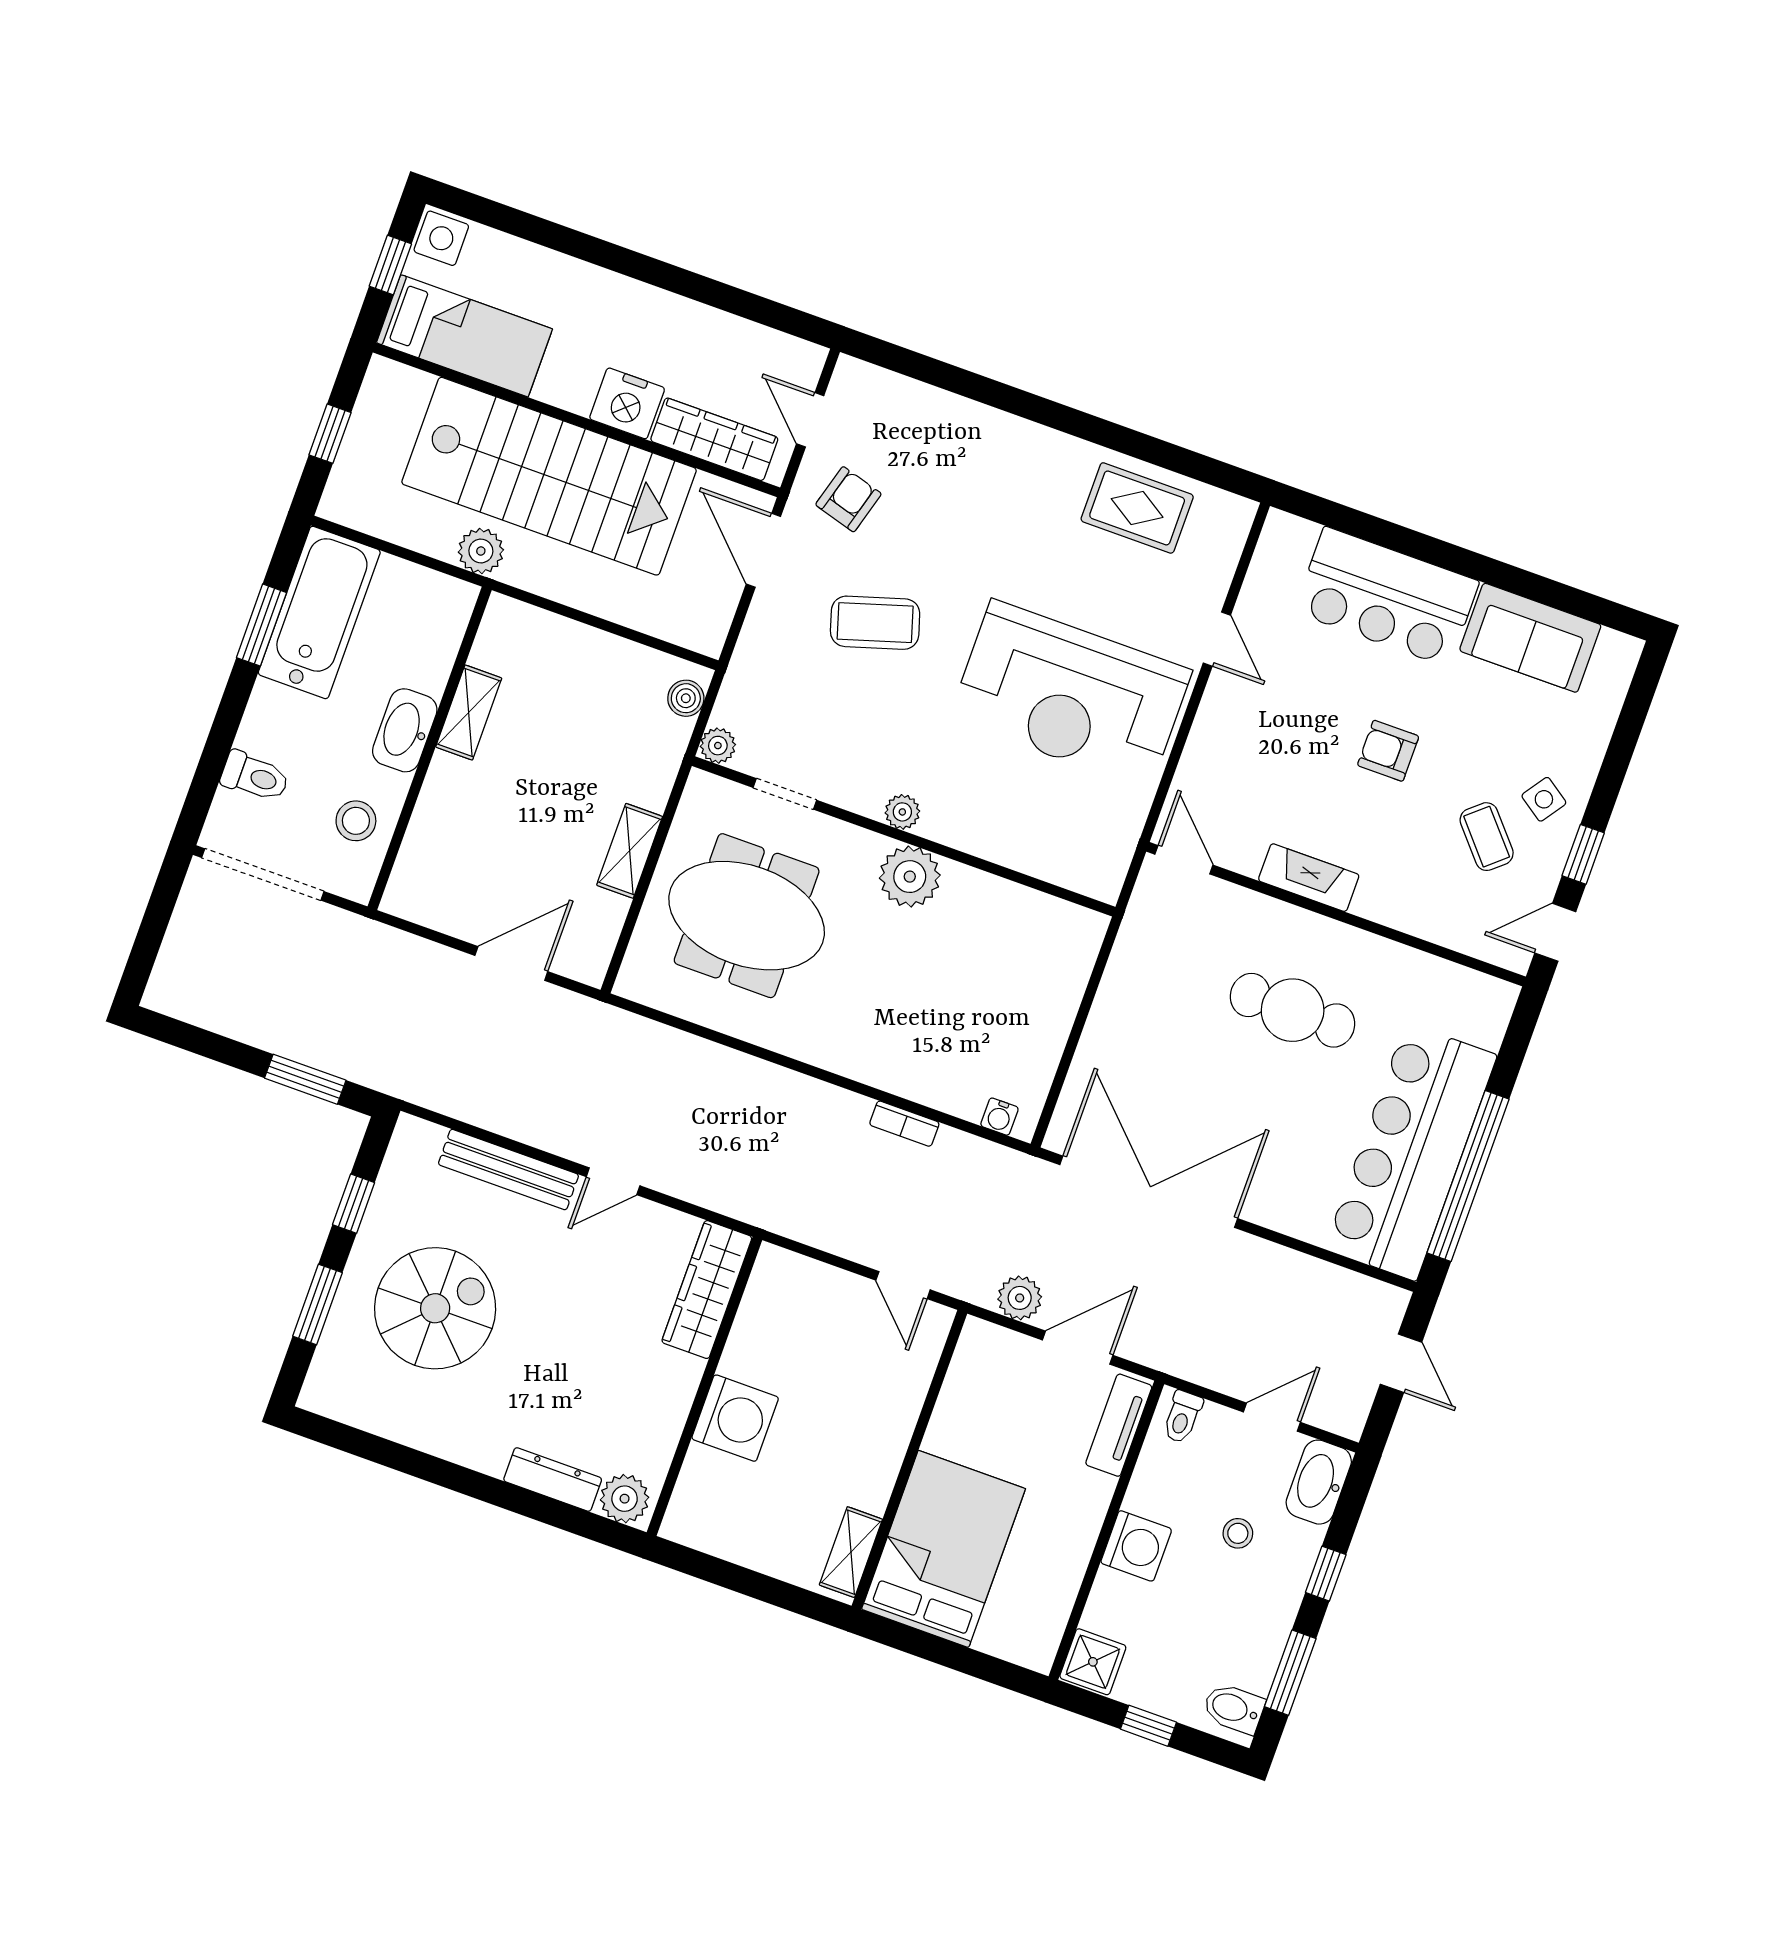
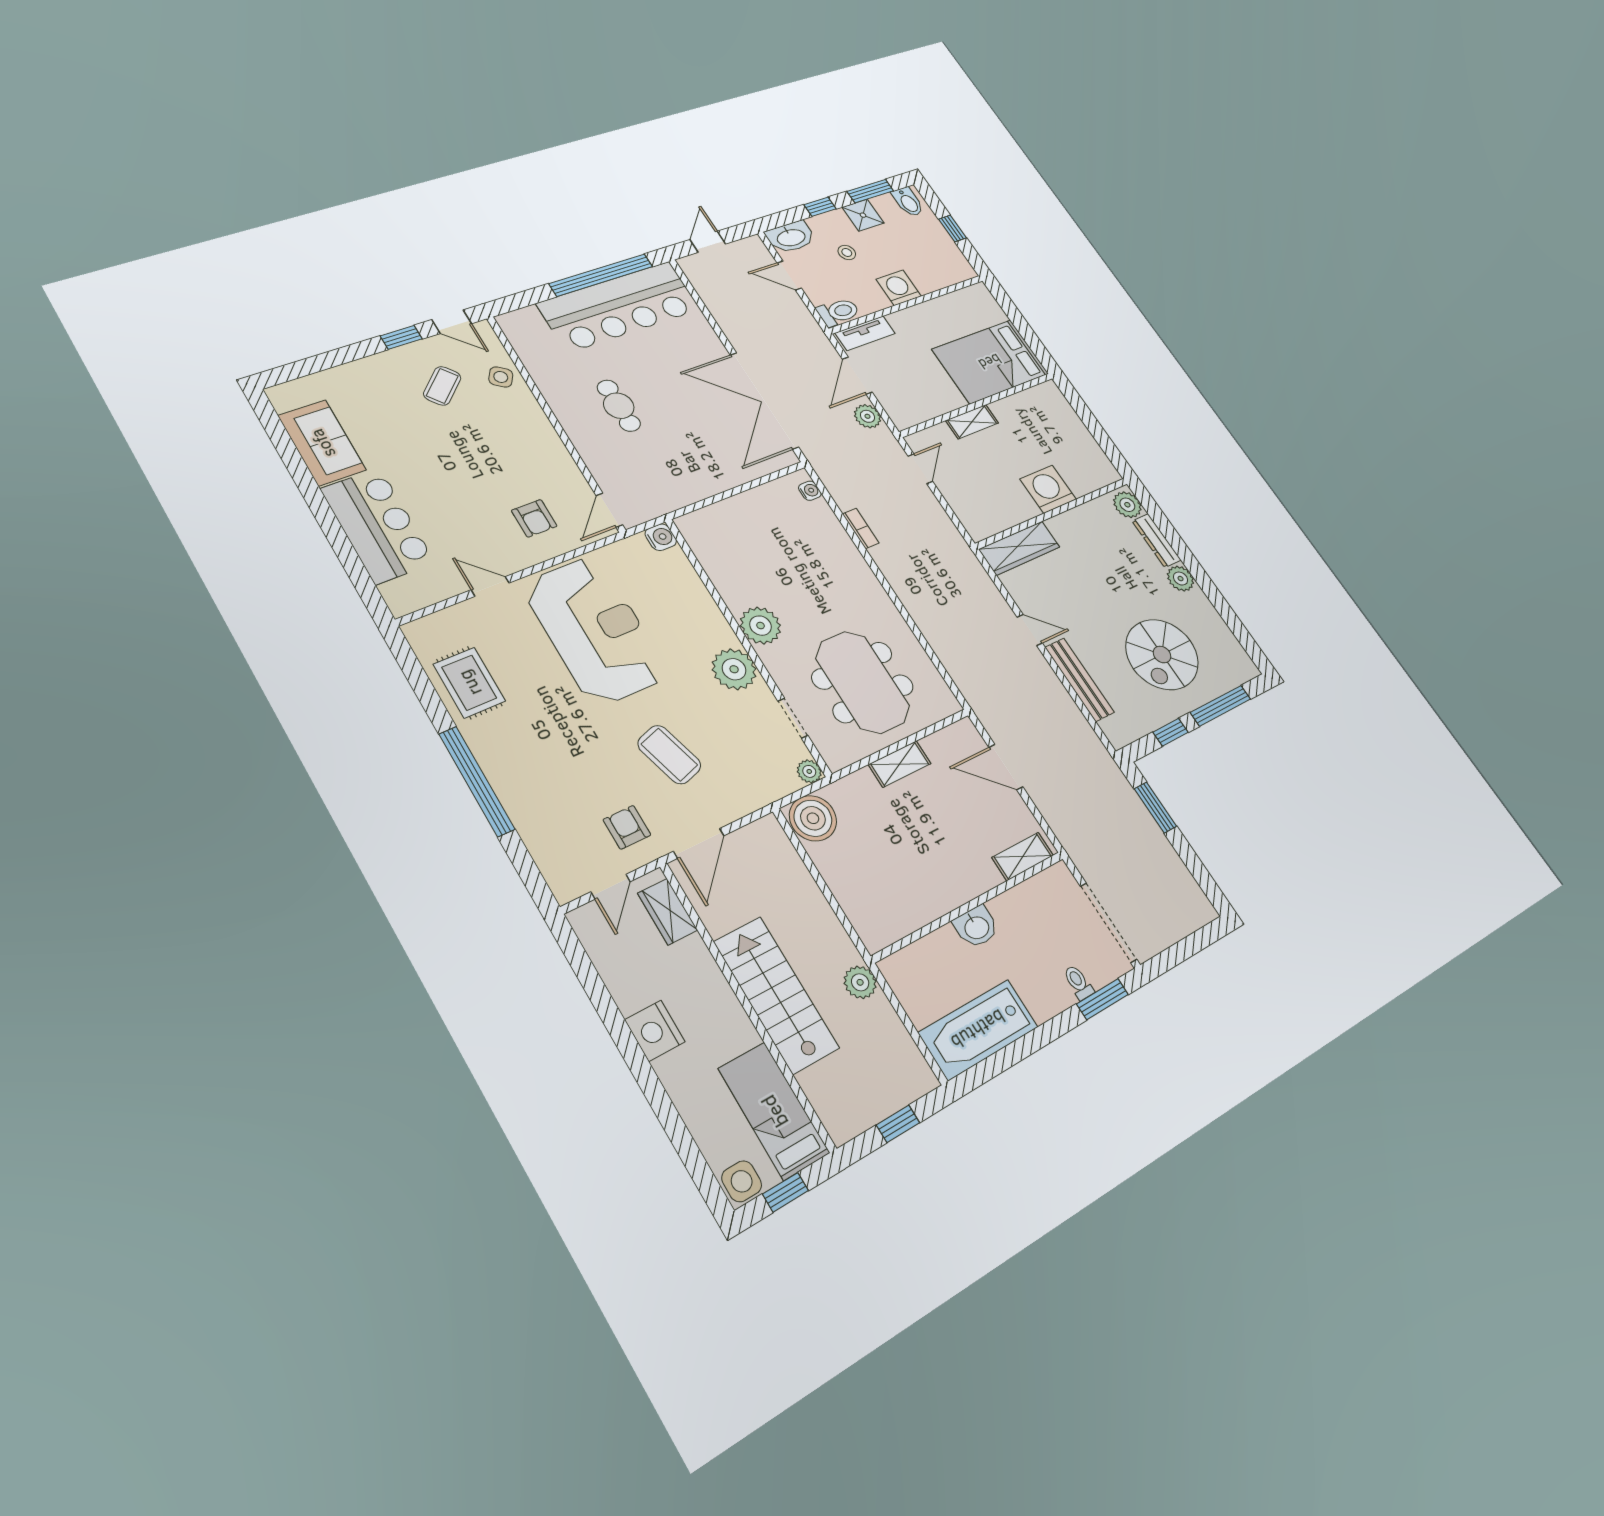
nightstand: (627, 403) -> (655, 1031), moved, turned 180
window: (1033, 408) -> (477, 781), added
wardrobe: (714, 439) -> (668, 912), width x0.67
stairs: (549, 476) -> (776, 995), width x0.73, depth x0.66
armchair: (848, 499) -> (627, 827), turned 74
window: (261, 625) -> (1102, 999), moved
door: (1217, 639) -> (490, 586), hinge flipped
boiler: (686, 698) -> (813, 818), width x1.86, depth x1.86
shelving: (469, 712) -> (1023, 856), moved
washbasin: (405, 730) -> (976, 927), width x0.72
armchair: (1388, 751) -> (534, 518), moved
toilet: (255, 777) -> (1078, 982), width x0.73, depth x0.72
side table: (1544, 799) -> (501, 377), moved
plant: (902, 812) -> (734, 669), width x1.88, depth x1.88
stool: (356, 821) -> (1038, 905), removed
fireplace: (1309, 878) -> (553, 448), removed
water cooler: (1103, 881) -> (661, 537), added
cafe table: (1293, 1010) -> (619, 406), width x0.73, depth x0.74
window: (317, 1304) -> (1220, 706), width x1.44
spiral stairs: (435, 1308) -> (1162, 655), turned -90
door: (1078, 1348) -> (857, 376), hinge flipped
toilet: (1182, 1417) -> (838, 312), width x1.37, depth x1.39
plant: (486, 1450) -> (1181, 579), added
shelving: (851, 1552) -> (972, 422), moved
shower: (1093, 1662) -> (863, 215), moved

